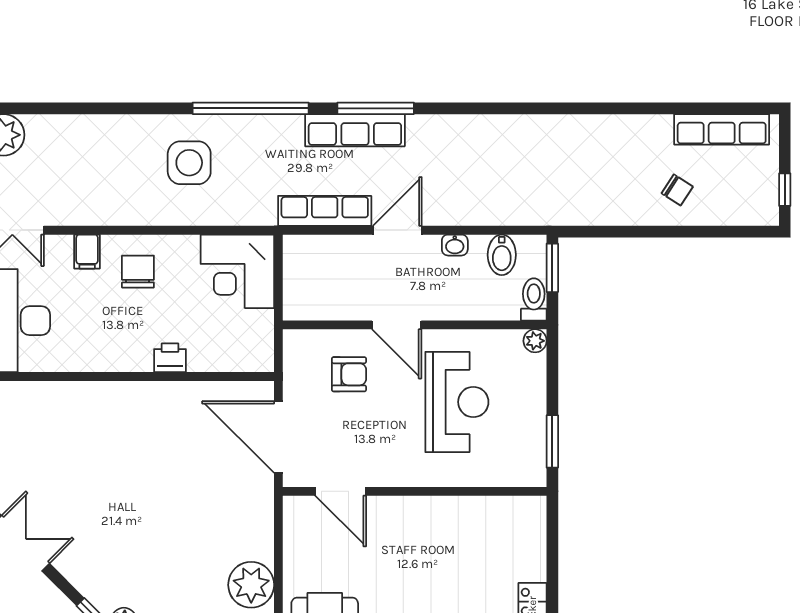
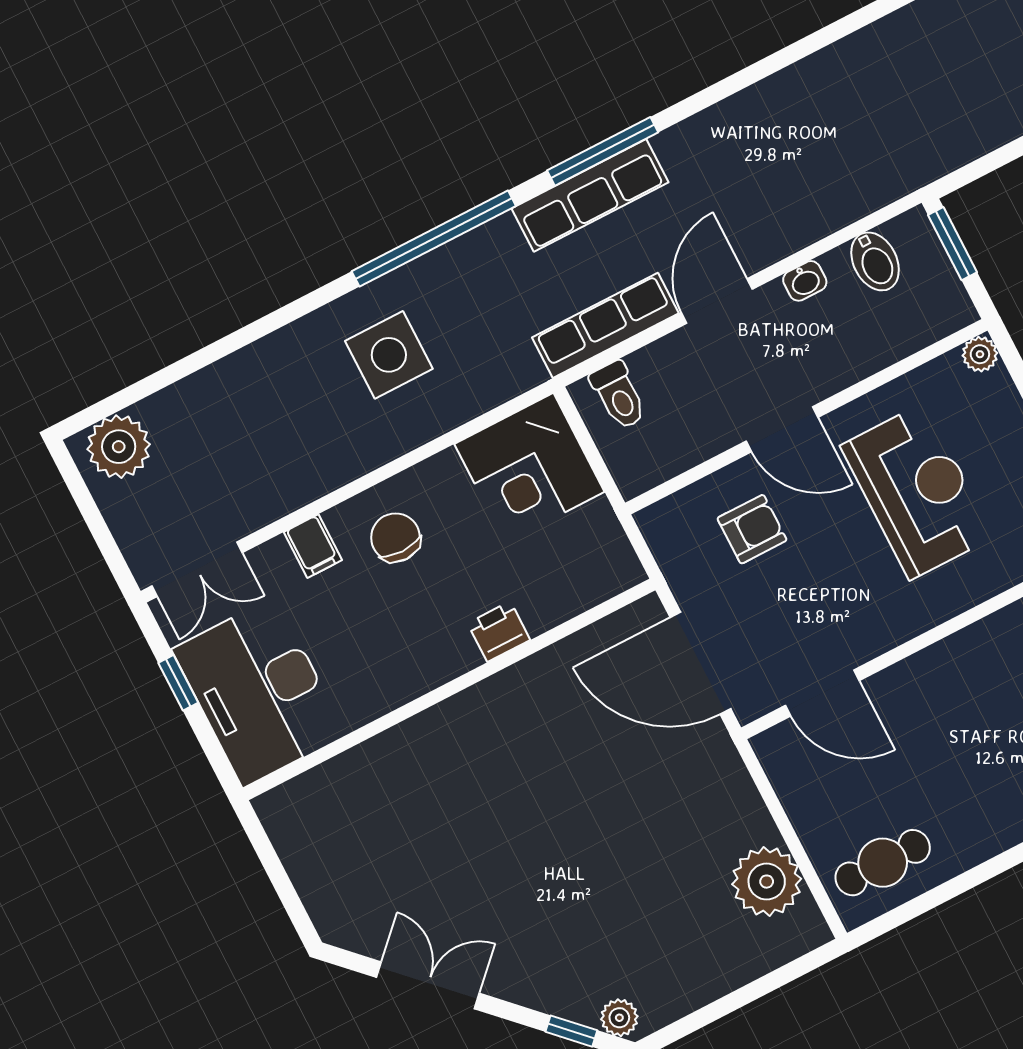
toilet: (534, 299) -> (619, 395), moved, turned 180

